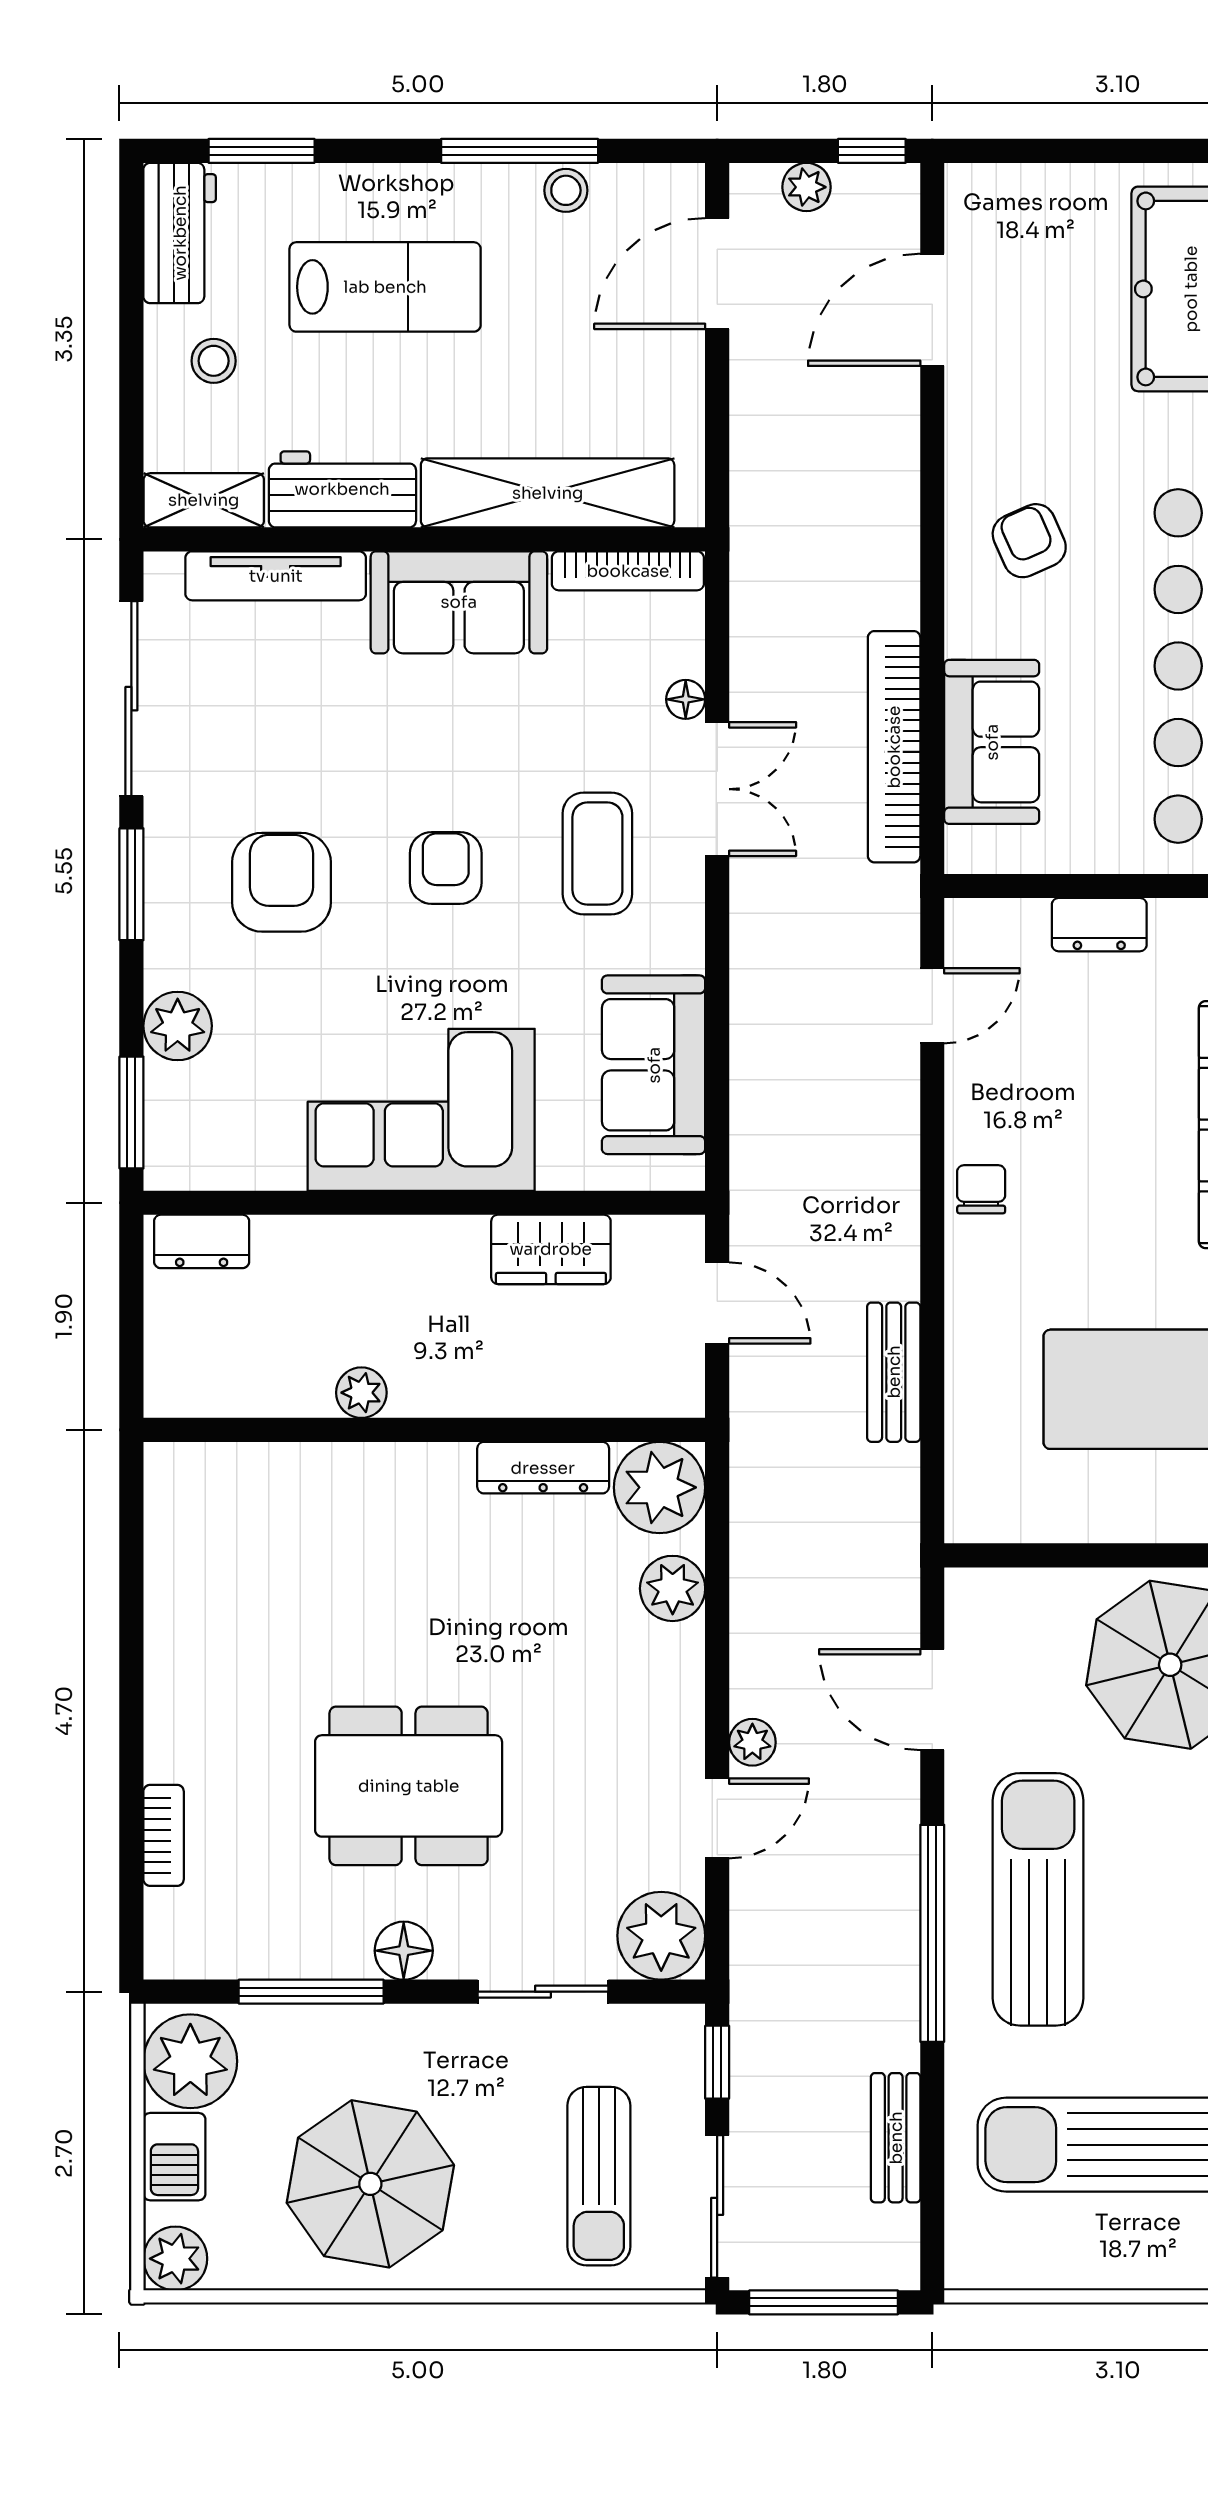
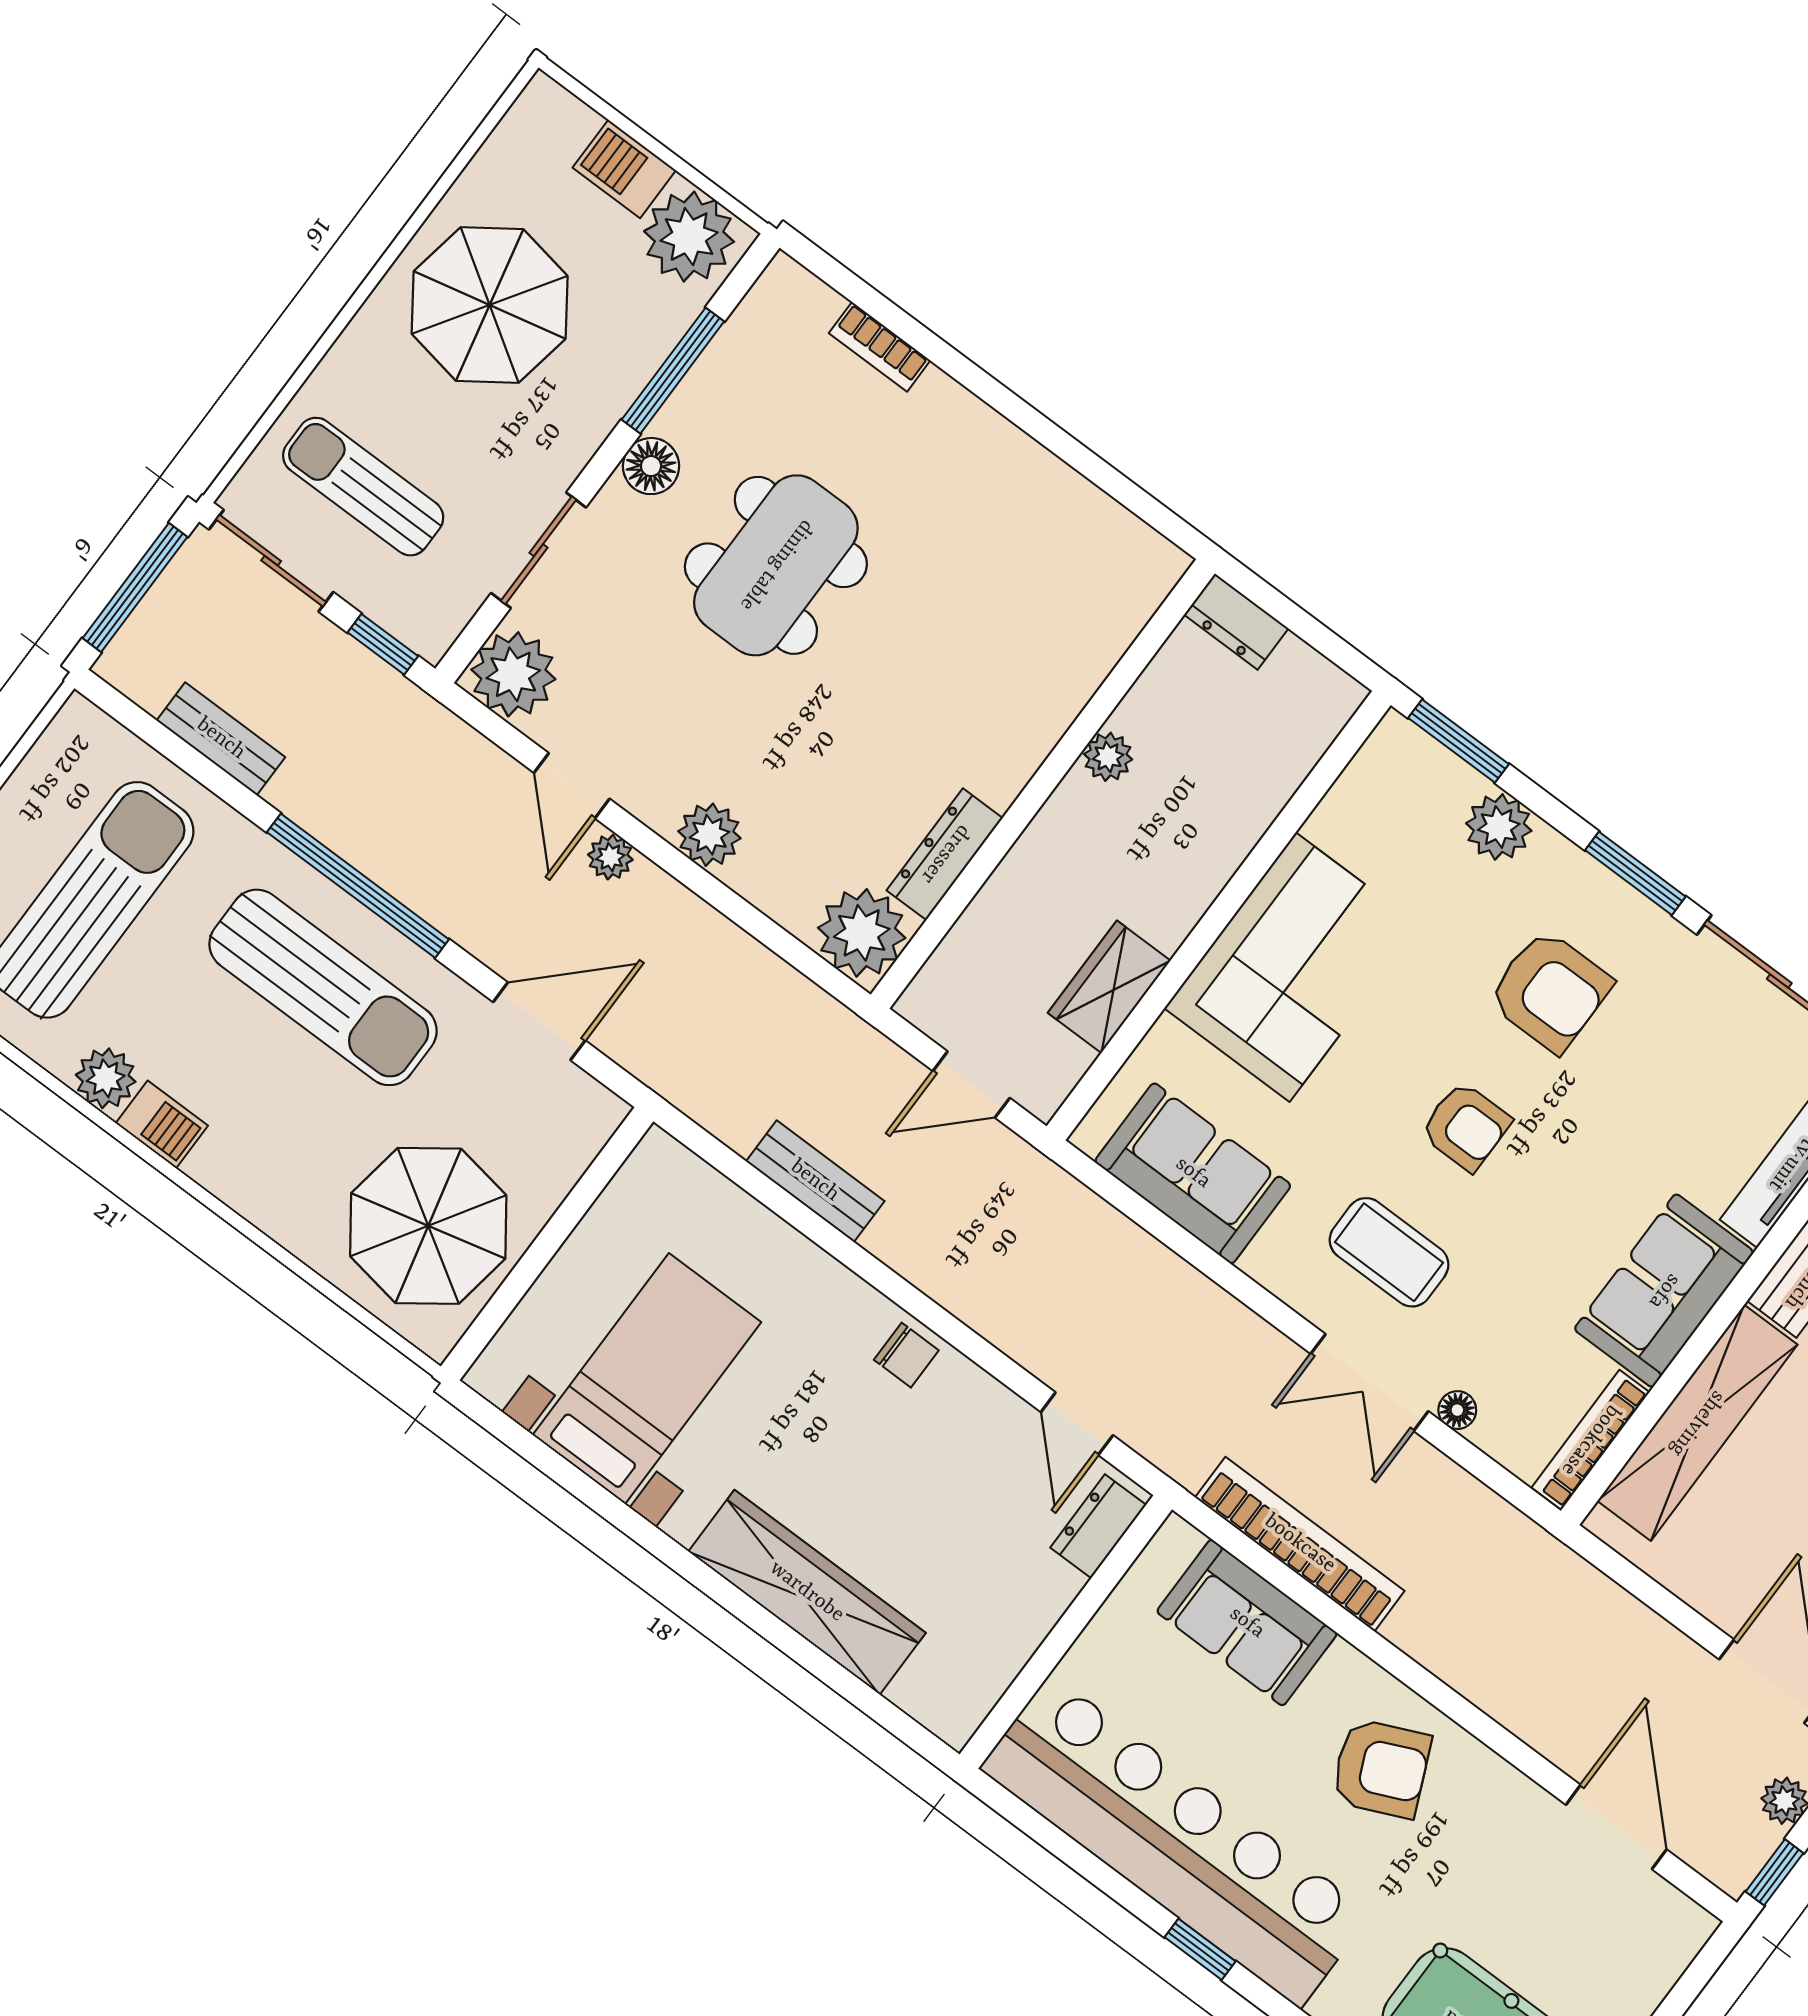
armchair: (1029, 541) -> (1381, 1768), width x1.38, depth x1.38
dresser: (1099, 925) -> (1098, 1526), moved
dresser: (202, 1241) -> (1236, 622), moved, turned -90
plant: (673, 1588) -> (709, 835), moved
plant: (175, 2259) -> (545, 111), removed

